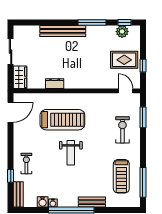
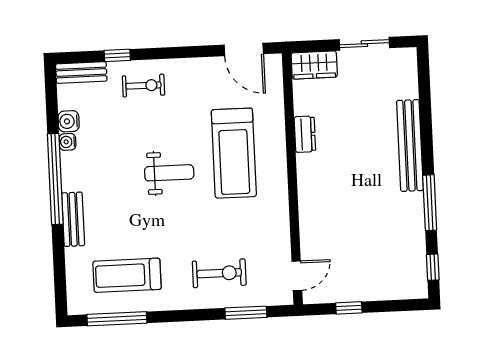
plant: (122, 32) -> (415, 263), removed
rug: (124, 60) -> (359, 270), removed
weight bench: (71, 153) -> (169, 173), turned 180

